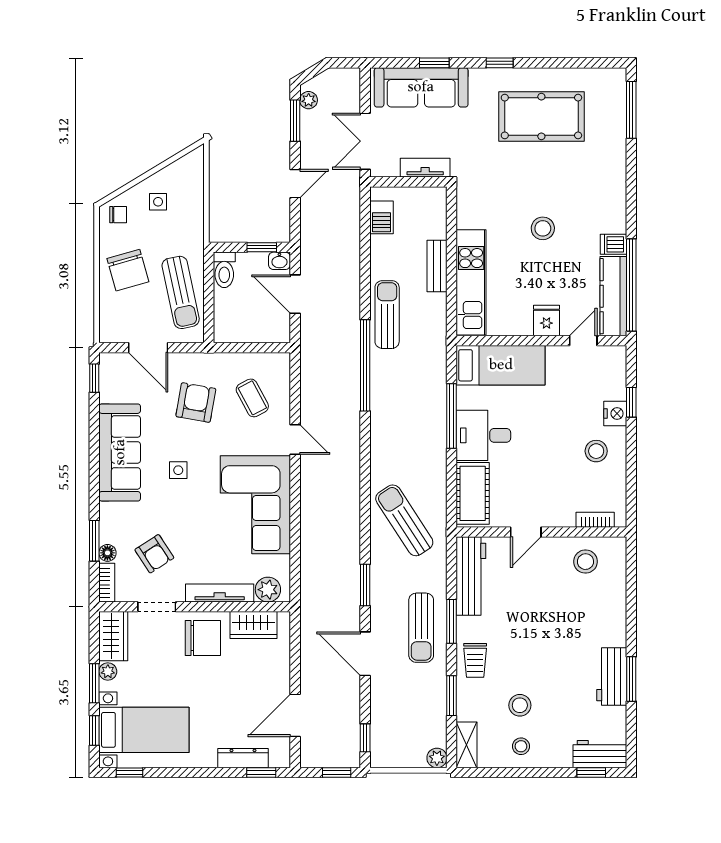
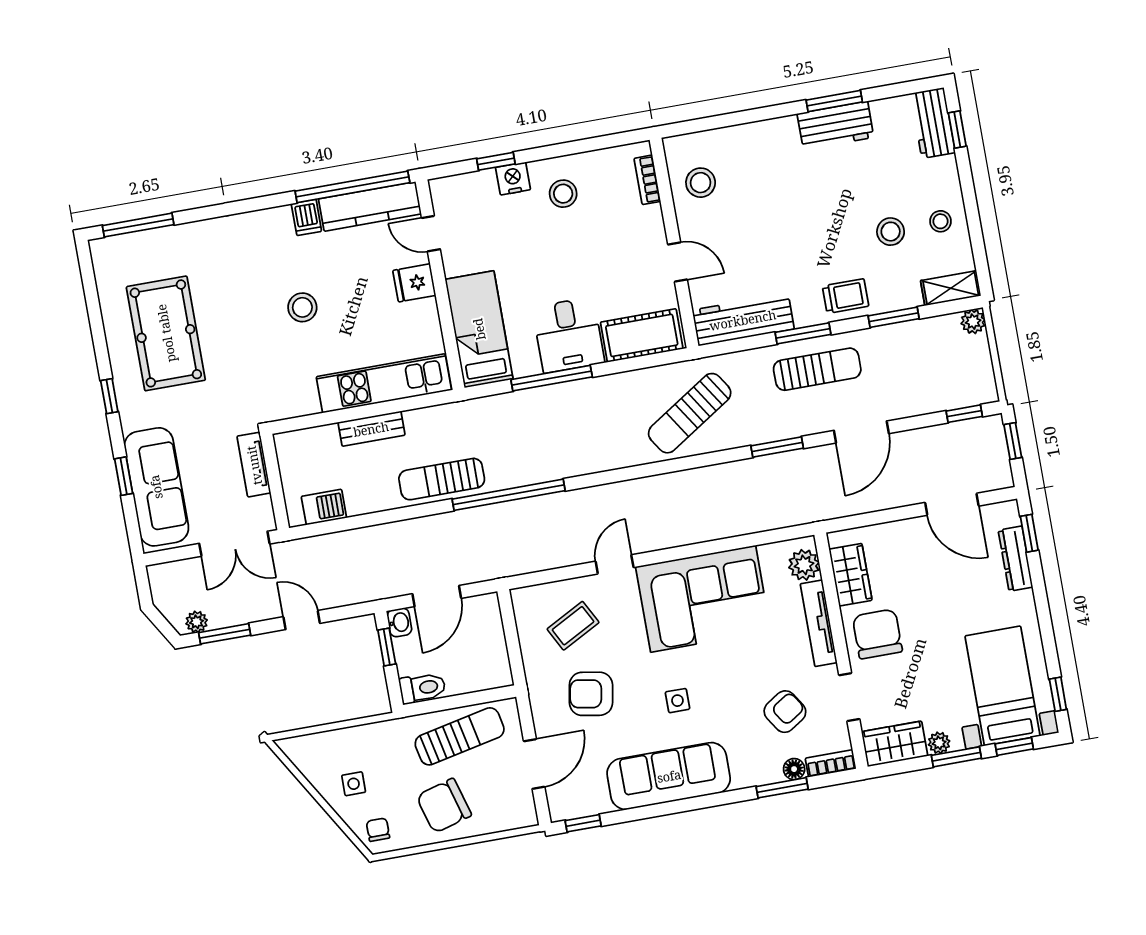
chair: (128, 270) -> (444, 806), turned 180

